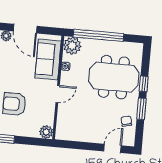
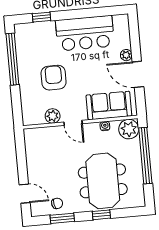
door: (25, 29) -> (138, 74), hinge flipped
window: (141, 109) -> (62, 218), moved
plant: (46, 132) -> (53, 116), moved

